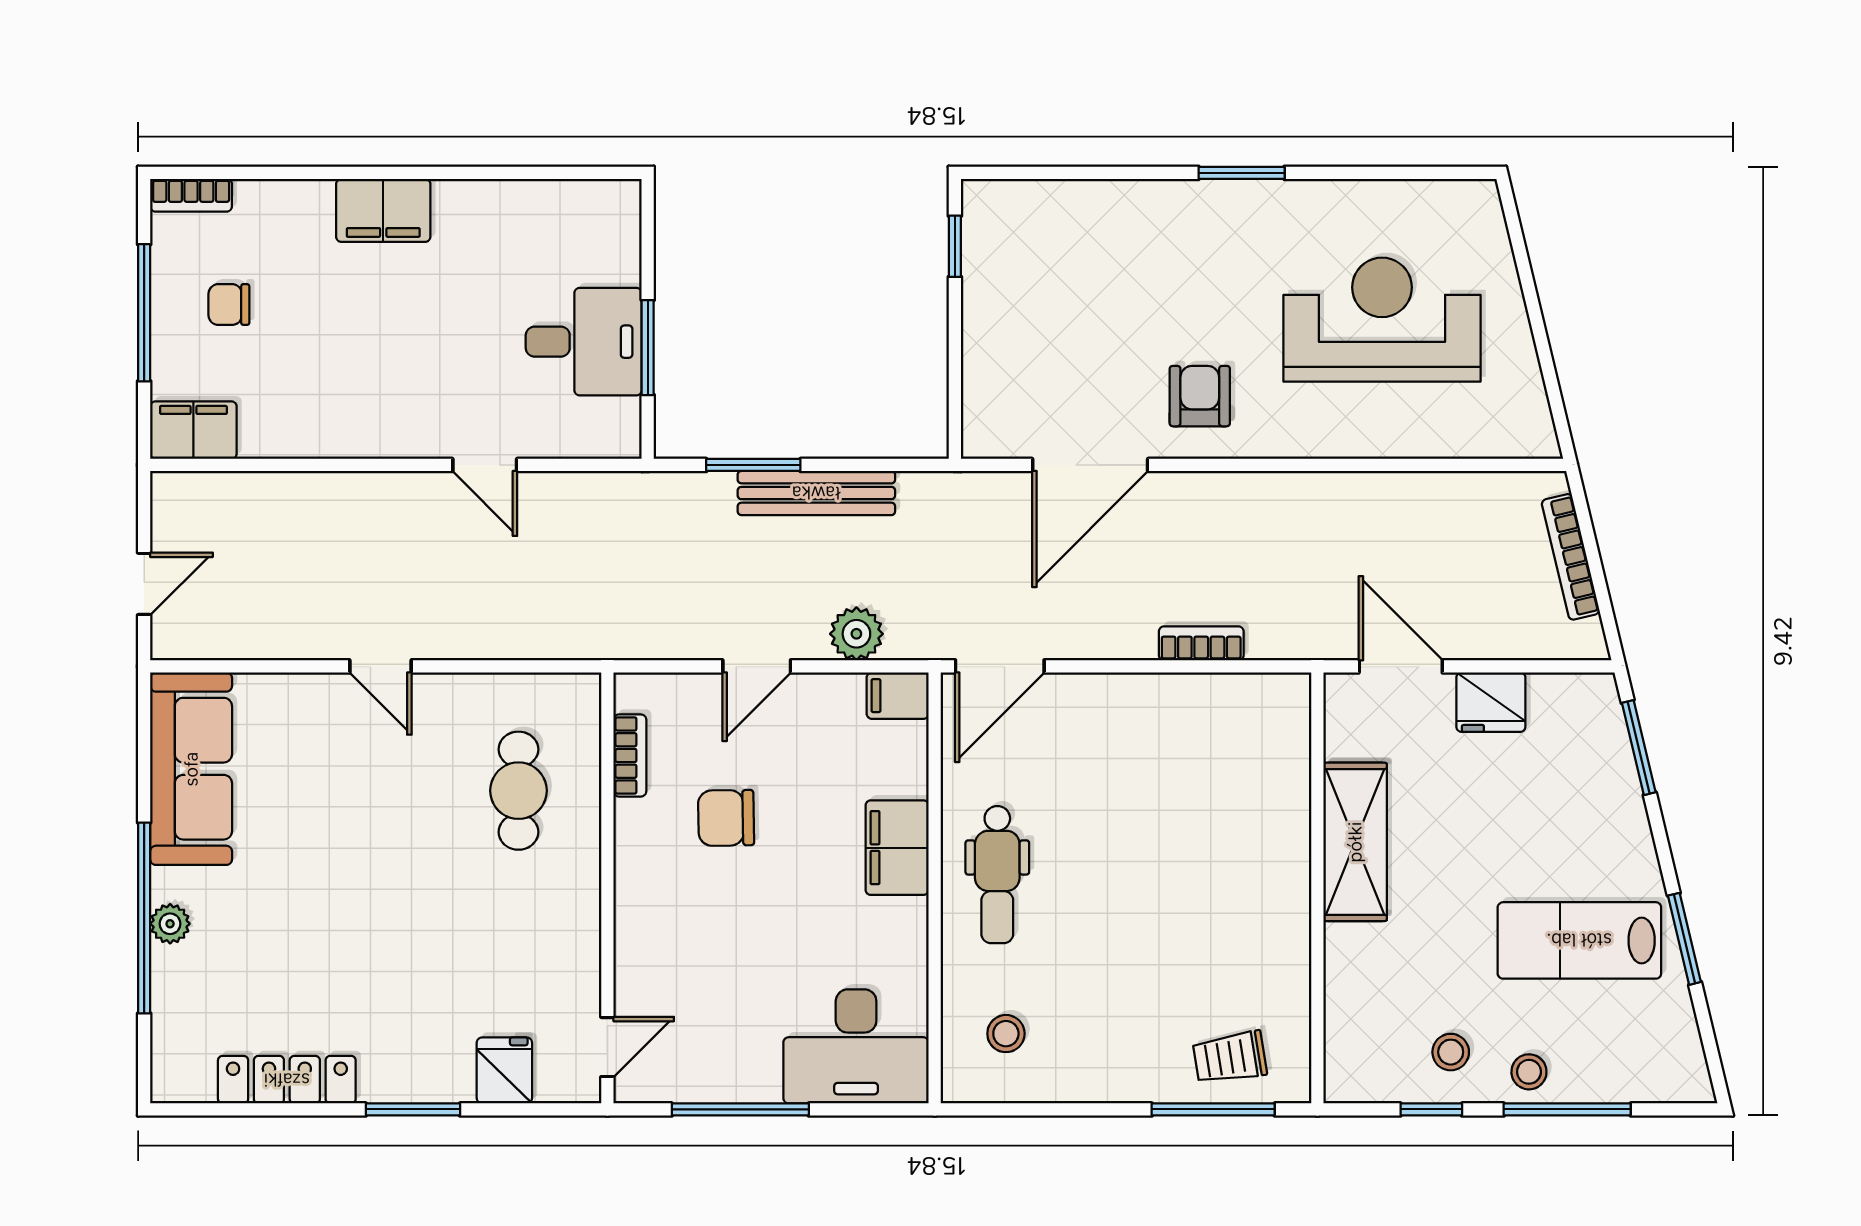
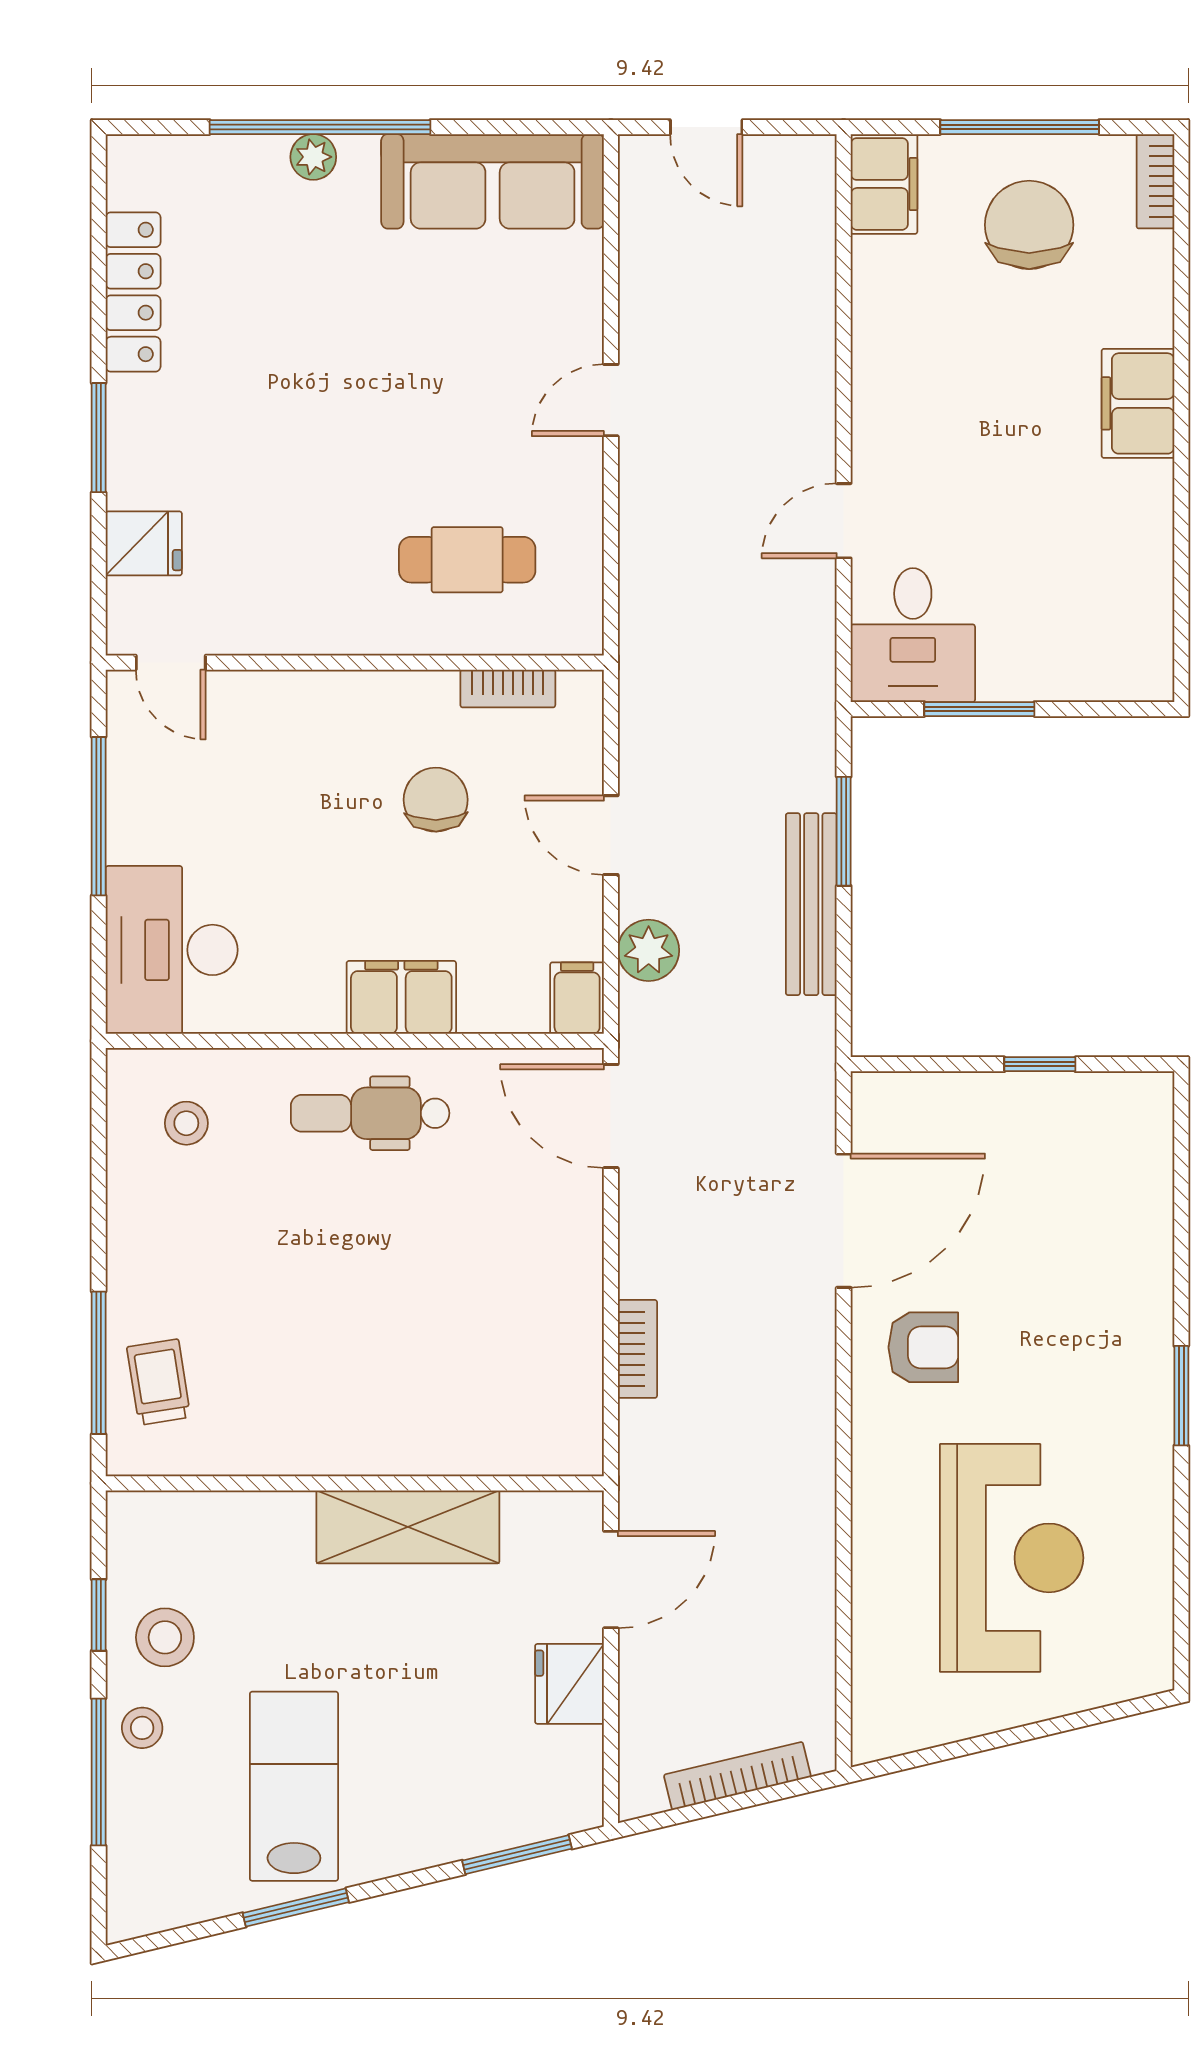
window: (955, 246) -> (1040, 1064), moved
chair: (229, 305) -> (1029, 225), width x1.87, depth x1.87
desk: (584, 342) -> (913, 635), moved
door: (1090, 465) -> (844, 1221), swing flipped
stool: (1451, 1052) -> (165, 1637), width x1.37, depth x1.37

